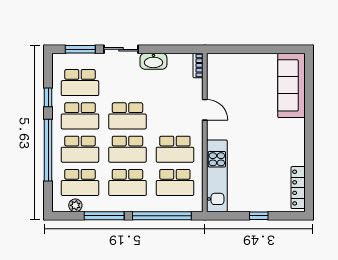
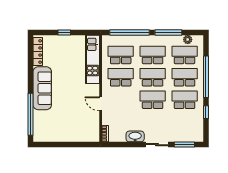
school desk: (80, 83) -> (185, 122), removed
sofa: (291, 85) -> (42, 88), moved
window: (309, 94) -> (30, 114), added

